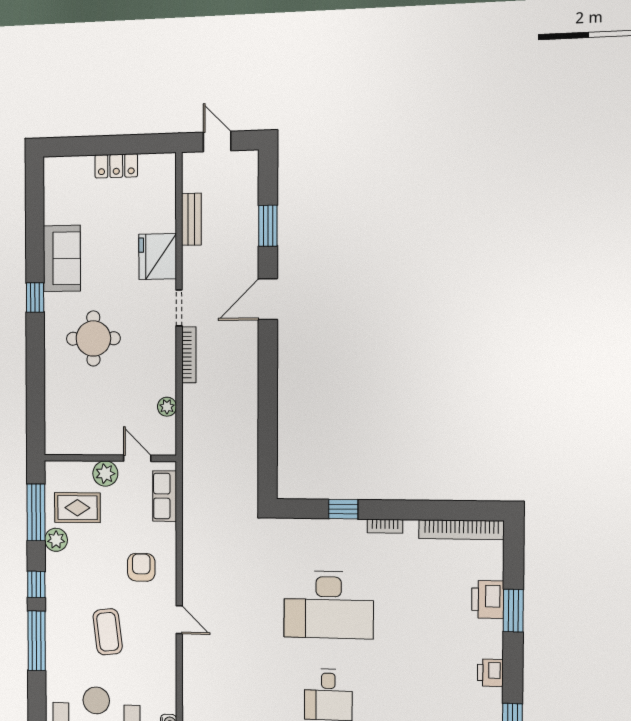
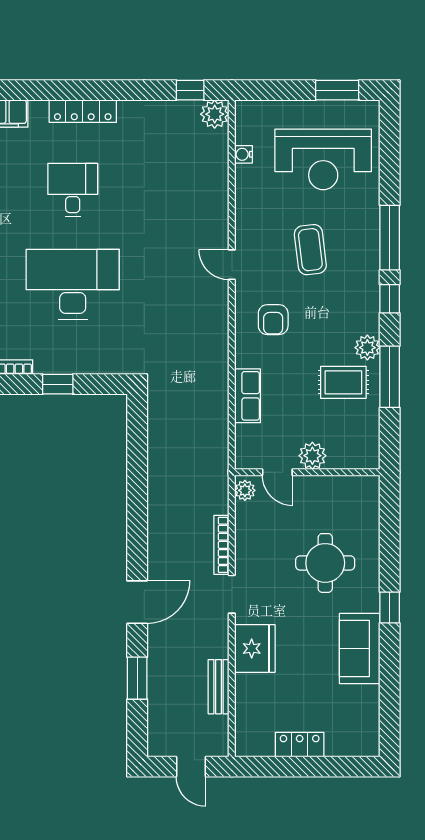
wall: (110, 458) -> (307, 472), moved
door: (137, 458) -> (277, 472), moved
plant: (105, 474) -> (312, 456), moved

